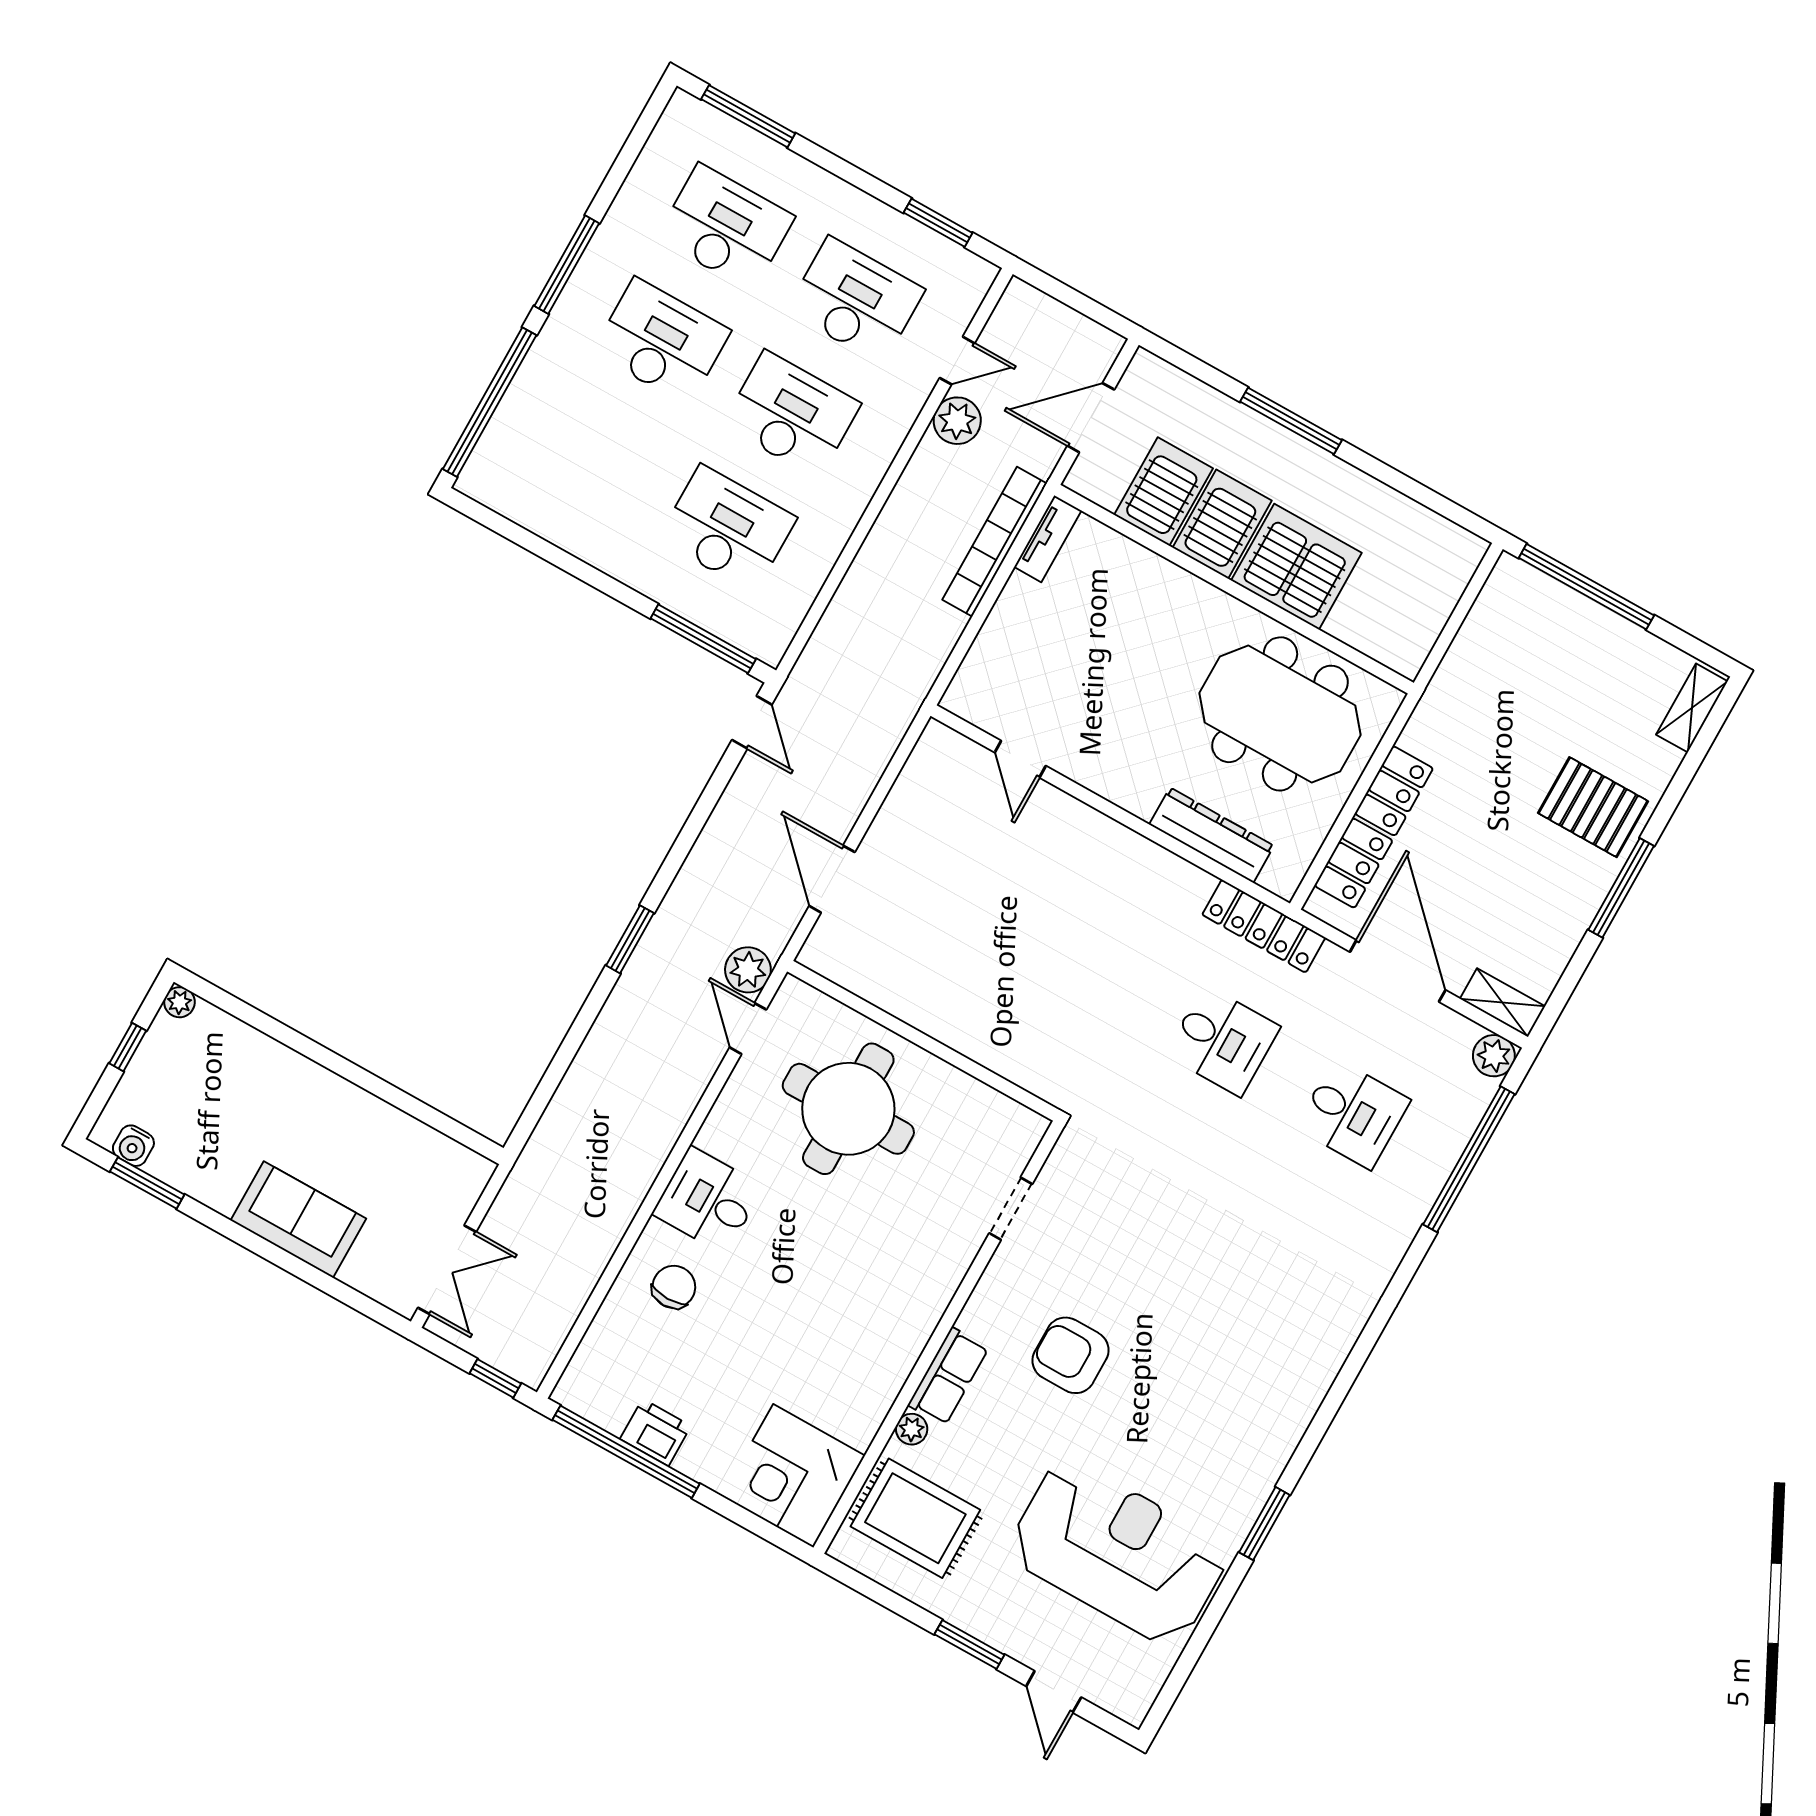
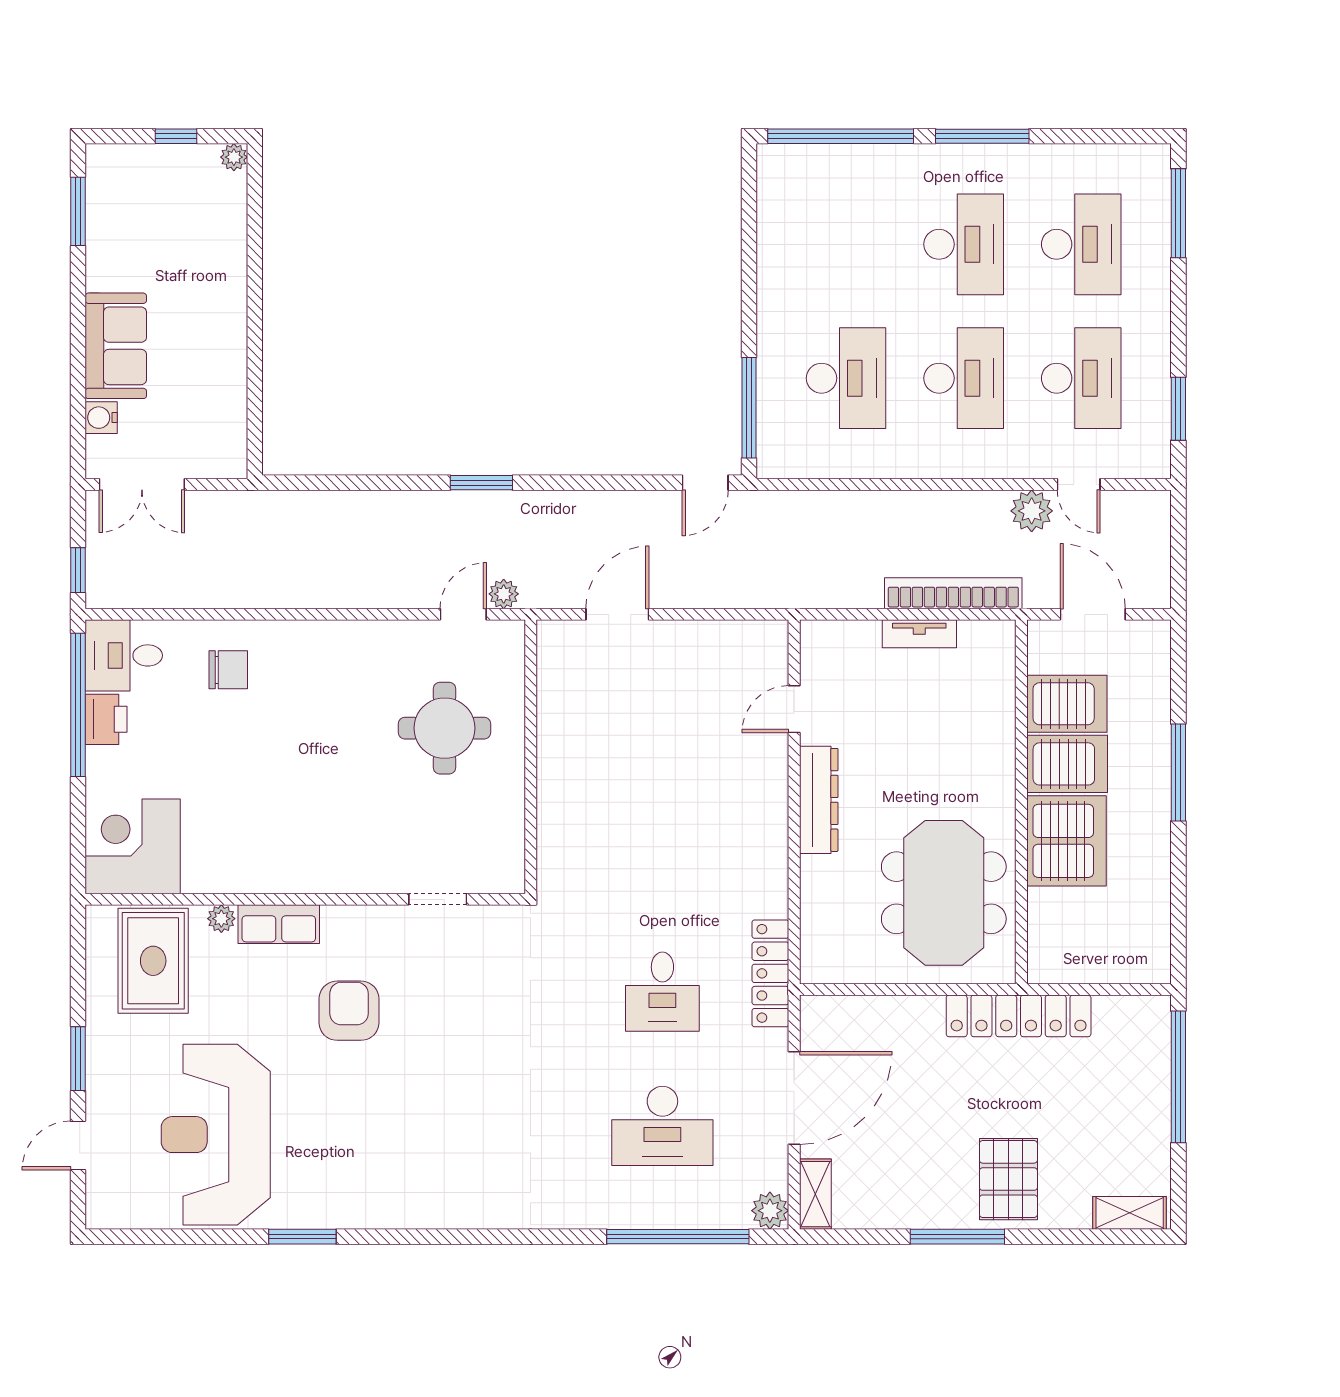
tv unit: (1048, 539) -> (919, 634), moved
locker: (1374, 827) -> (1019, 1016), moved
dresser: (1212, 835) -> (819, 800), moved
plant: (748, 970) -> (504, 594), width x0.73, depth x0.73
round table: (848, 1109) -> (445, 728), width x0.73, depth x0.73
desk: (1353, 1114) -> (662, 1126), width x1.37
water cooler: (133, 1146) -> (101, 418), moved
desk: (708, 1200) -> (124, 655), moved, turned -90
reception desk: (1118, 1552) -> (216, 1135), turned 180

